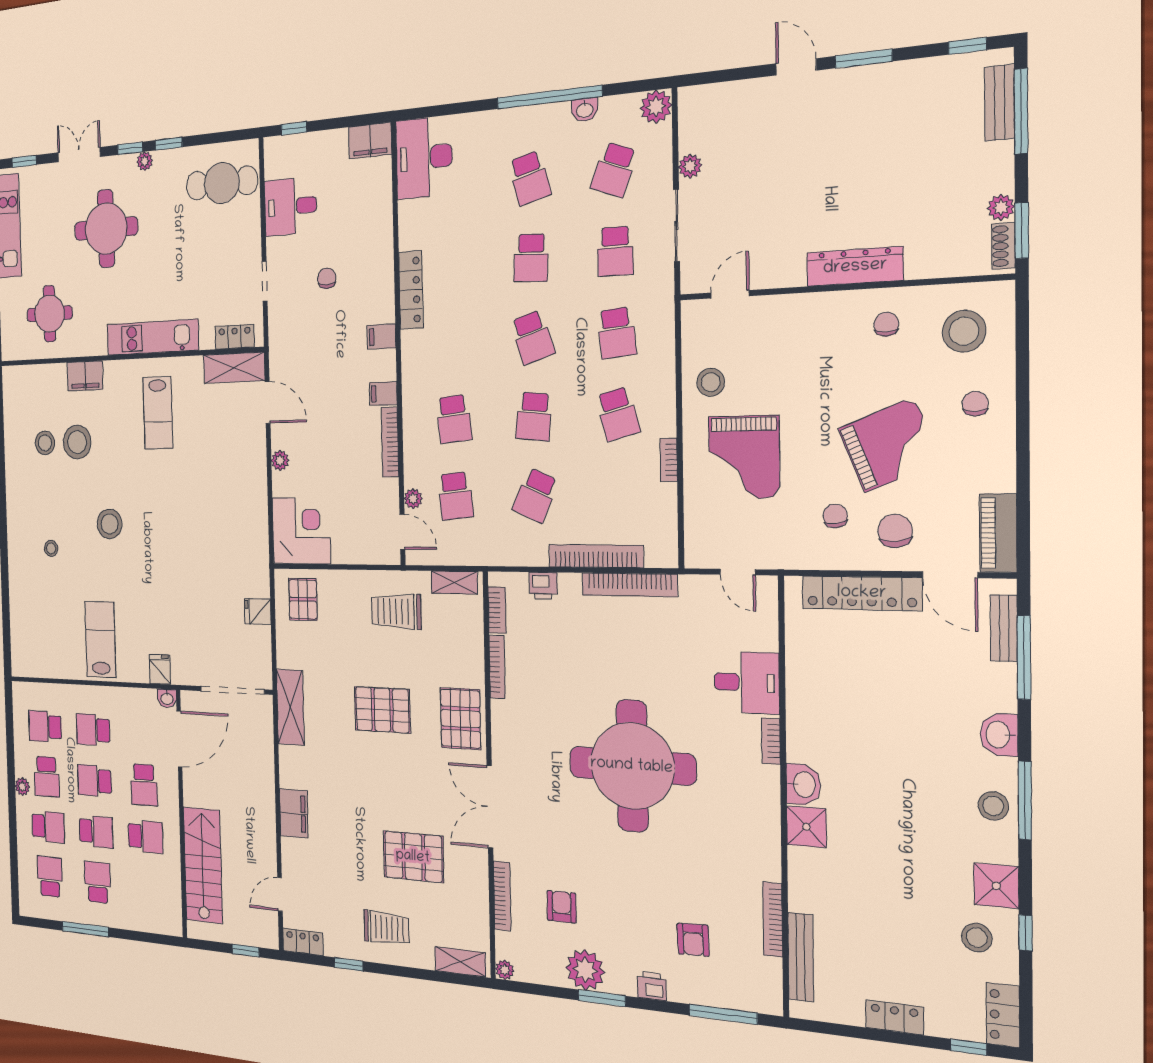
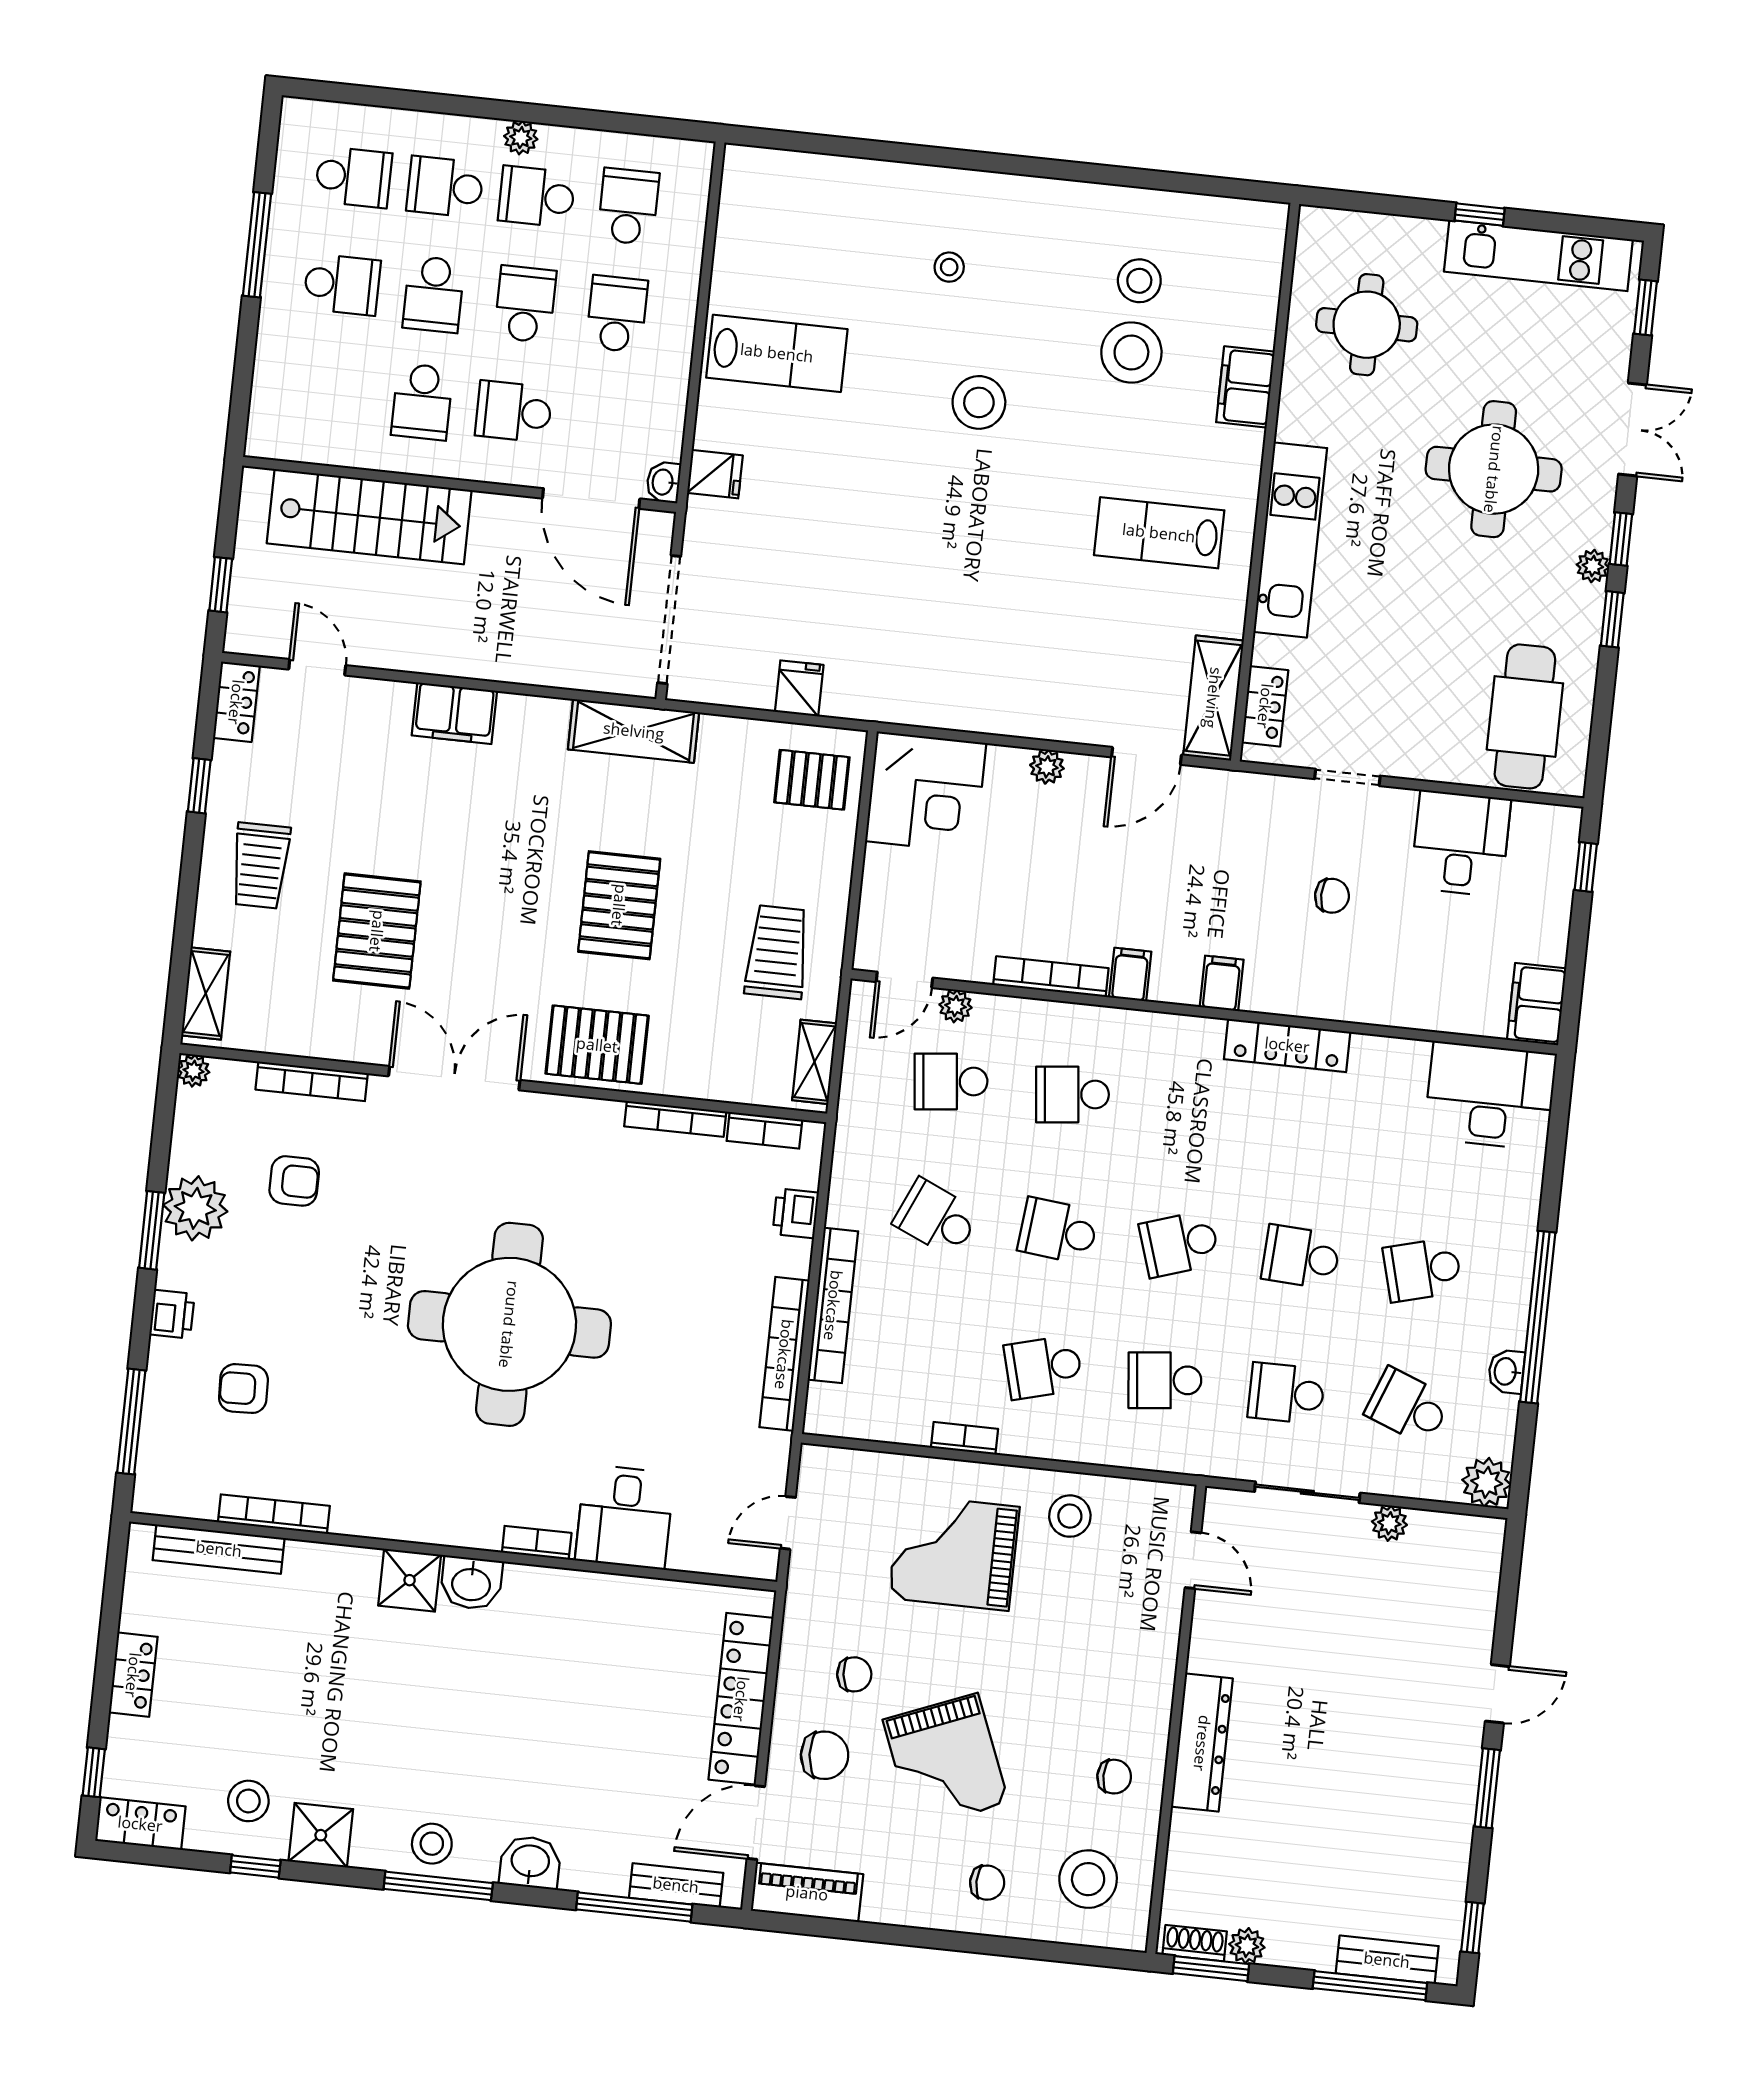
school desk: (48, 827) -> (445, 187), turned 90

